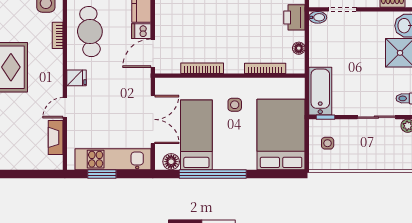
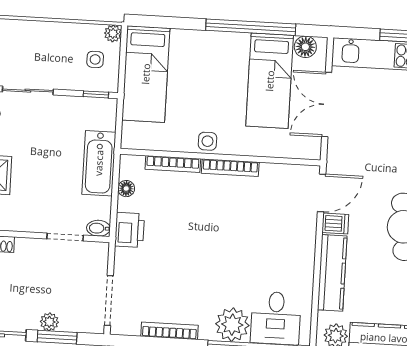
bookcase: (202, 68) -> (230, 168), moved
bathtub: (320, 91) -> (99, 163), moved
side table: (235, 105) -> (208, 141), moved
bed: (281, 134) -> (146, 74), width x0.67
plant: (315, 163) -> (113, 33), added

